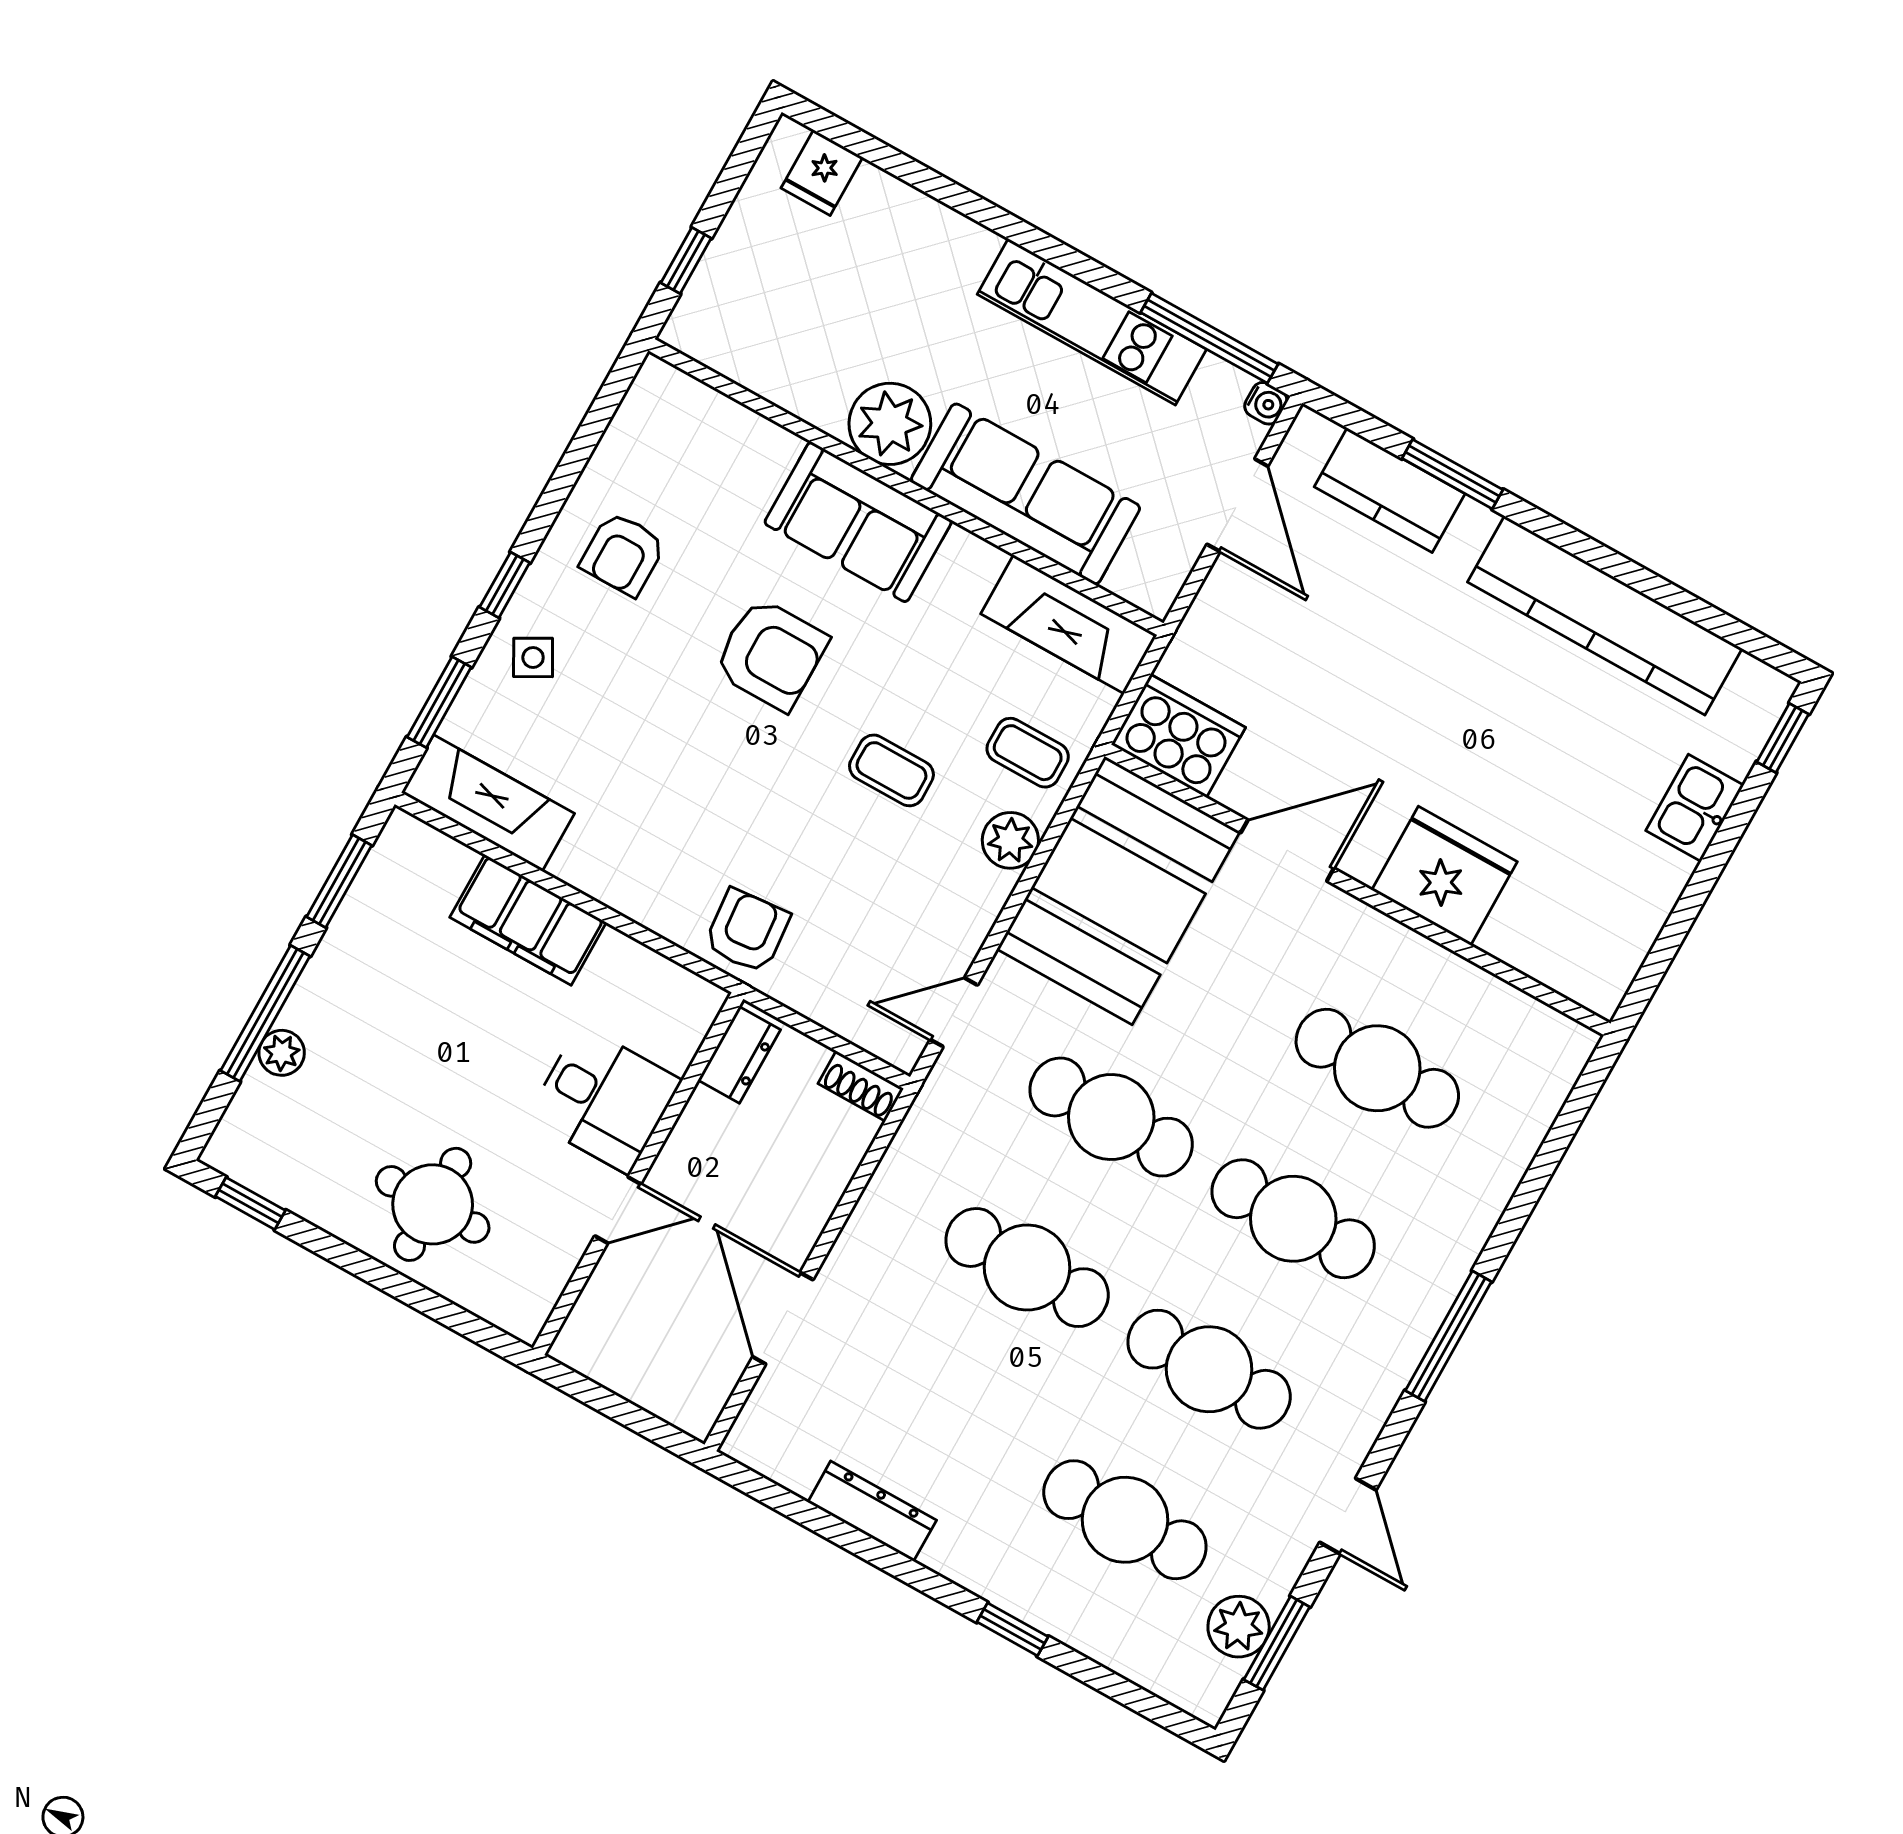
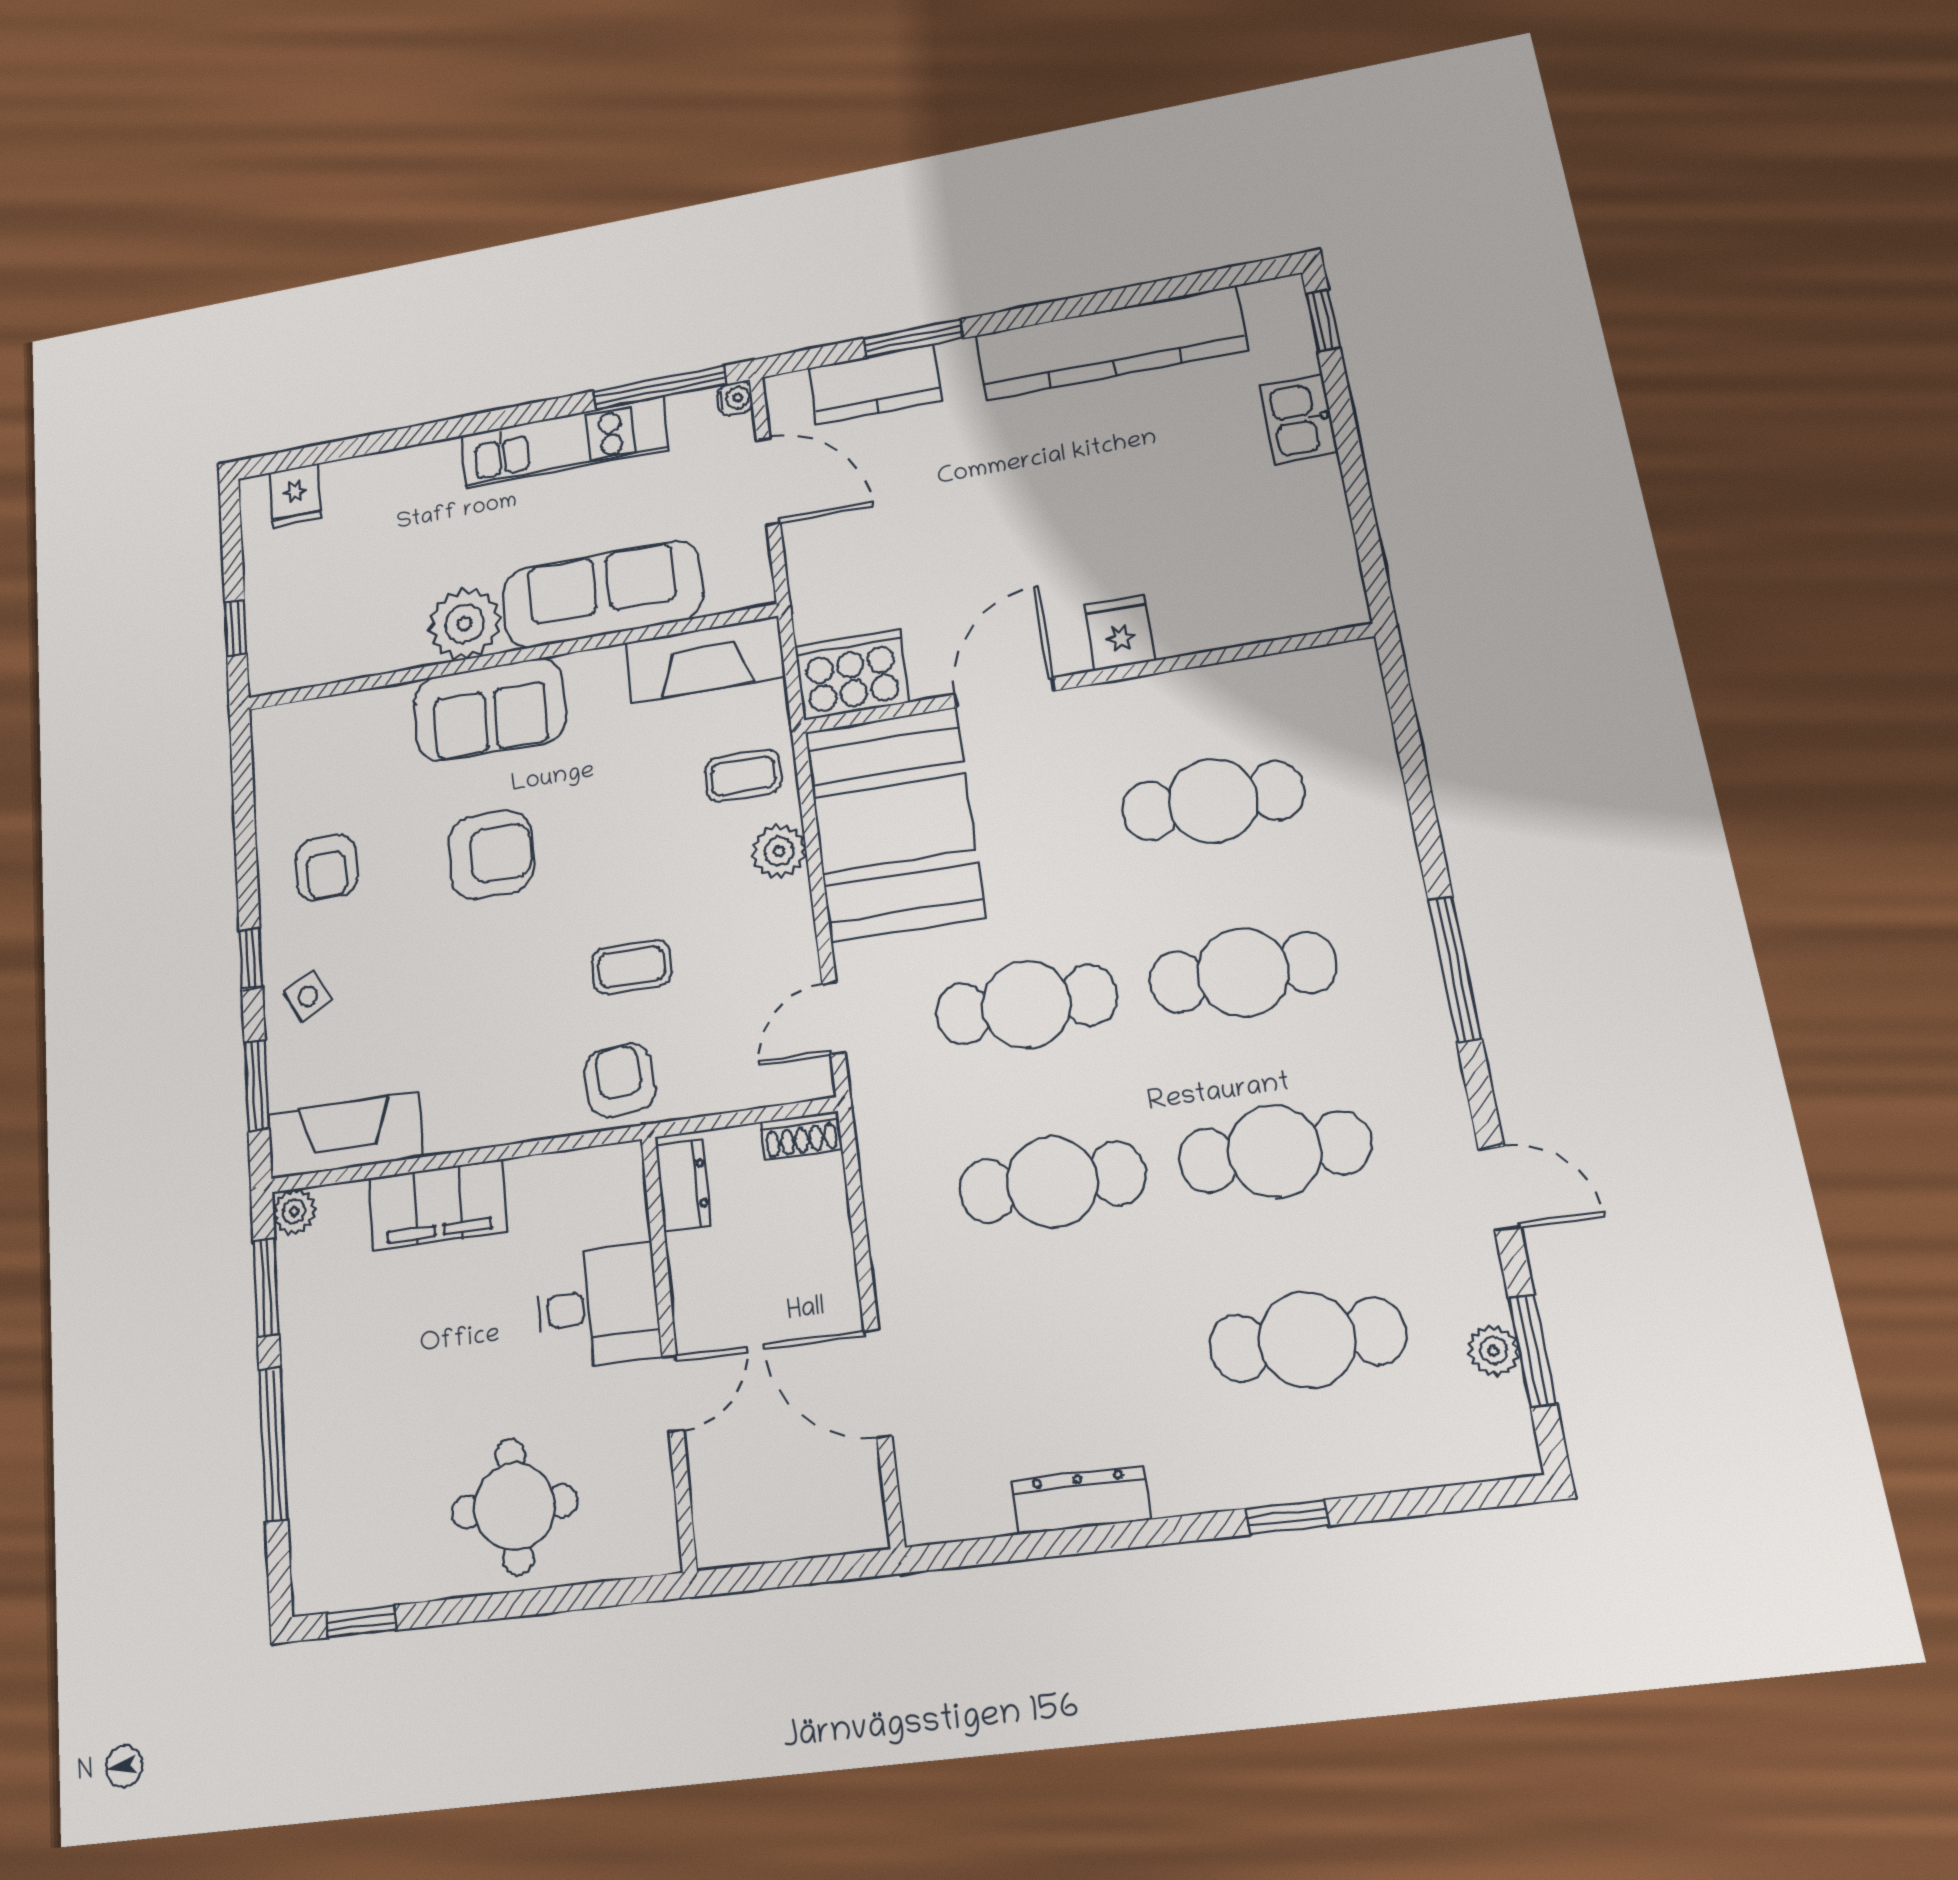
coffee table: (891, 770) -> (632, 967), moved
fridge: (1444, 876) -> (1120, 632), width x0.53, depth x0.75
plant: (282, 1053) -> (294, 1211), moved
plant: (1239, 1627) -> (1493, 1351), width x0.73, depth x0.73

